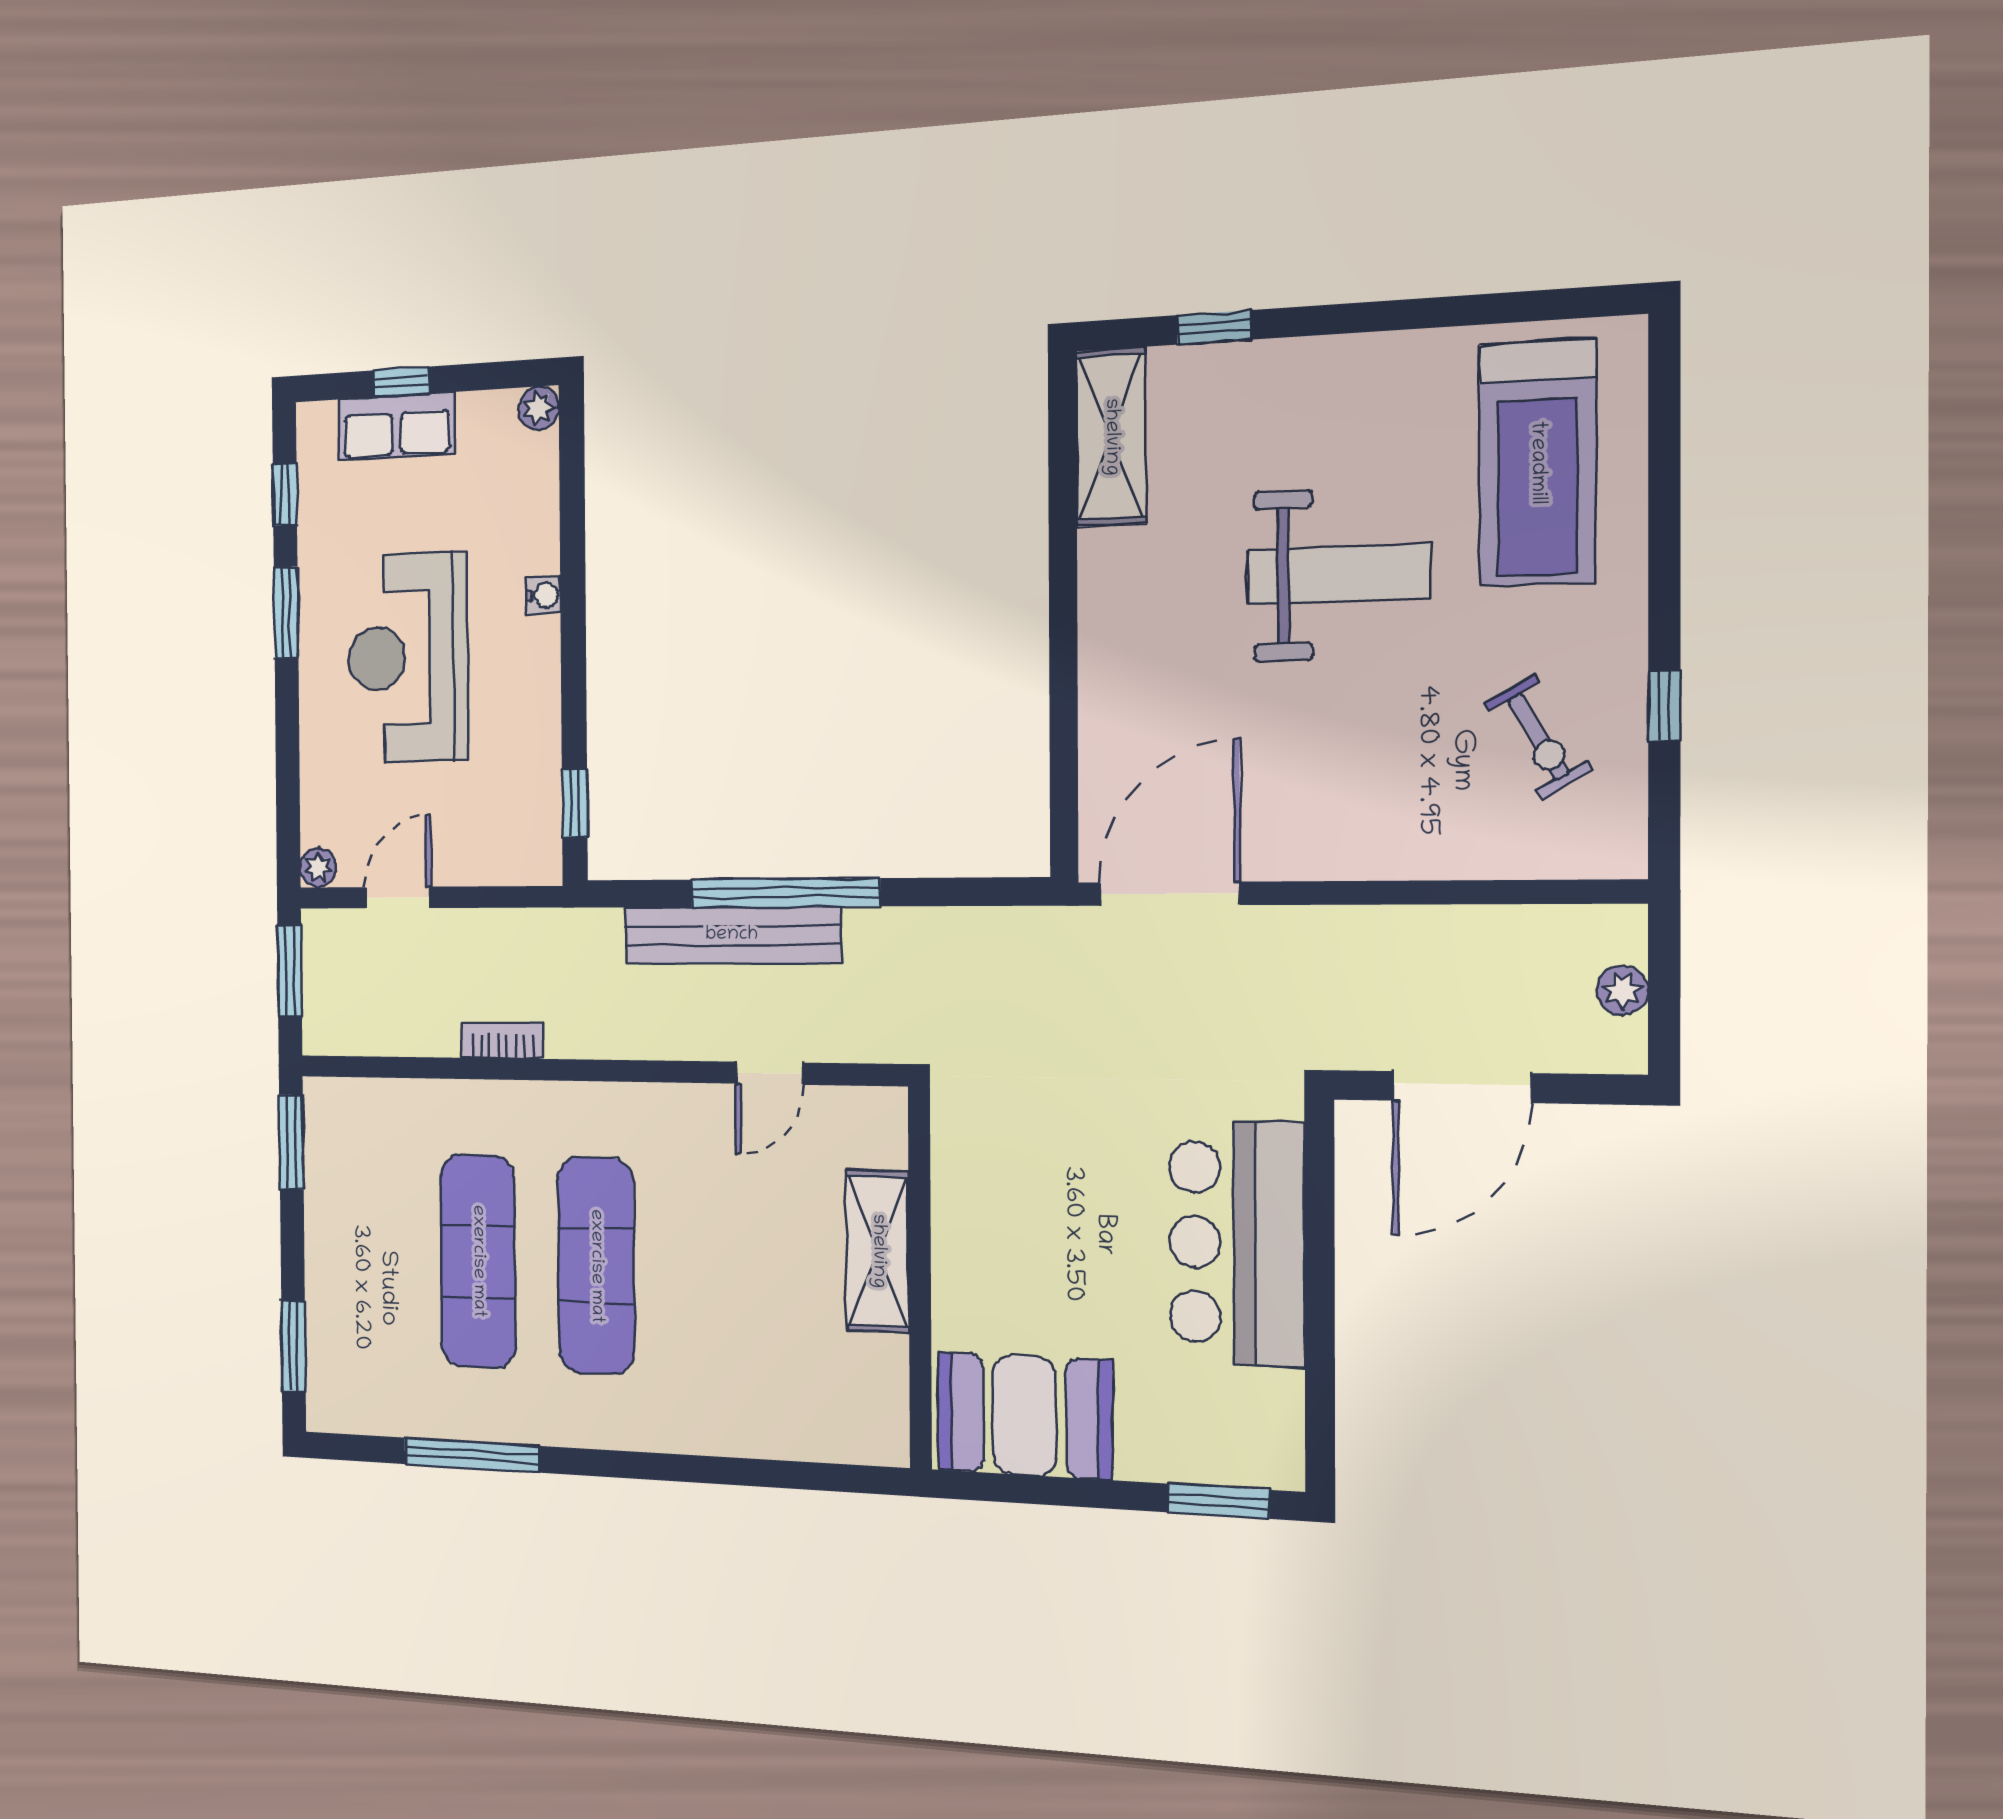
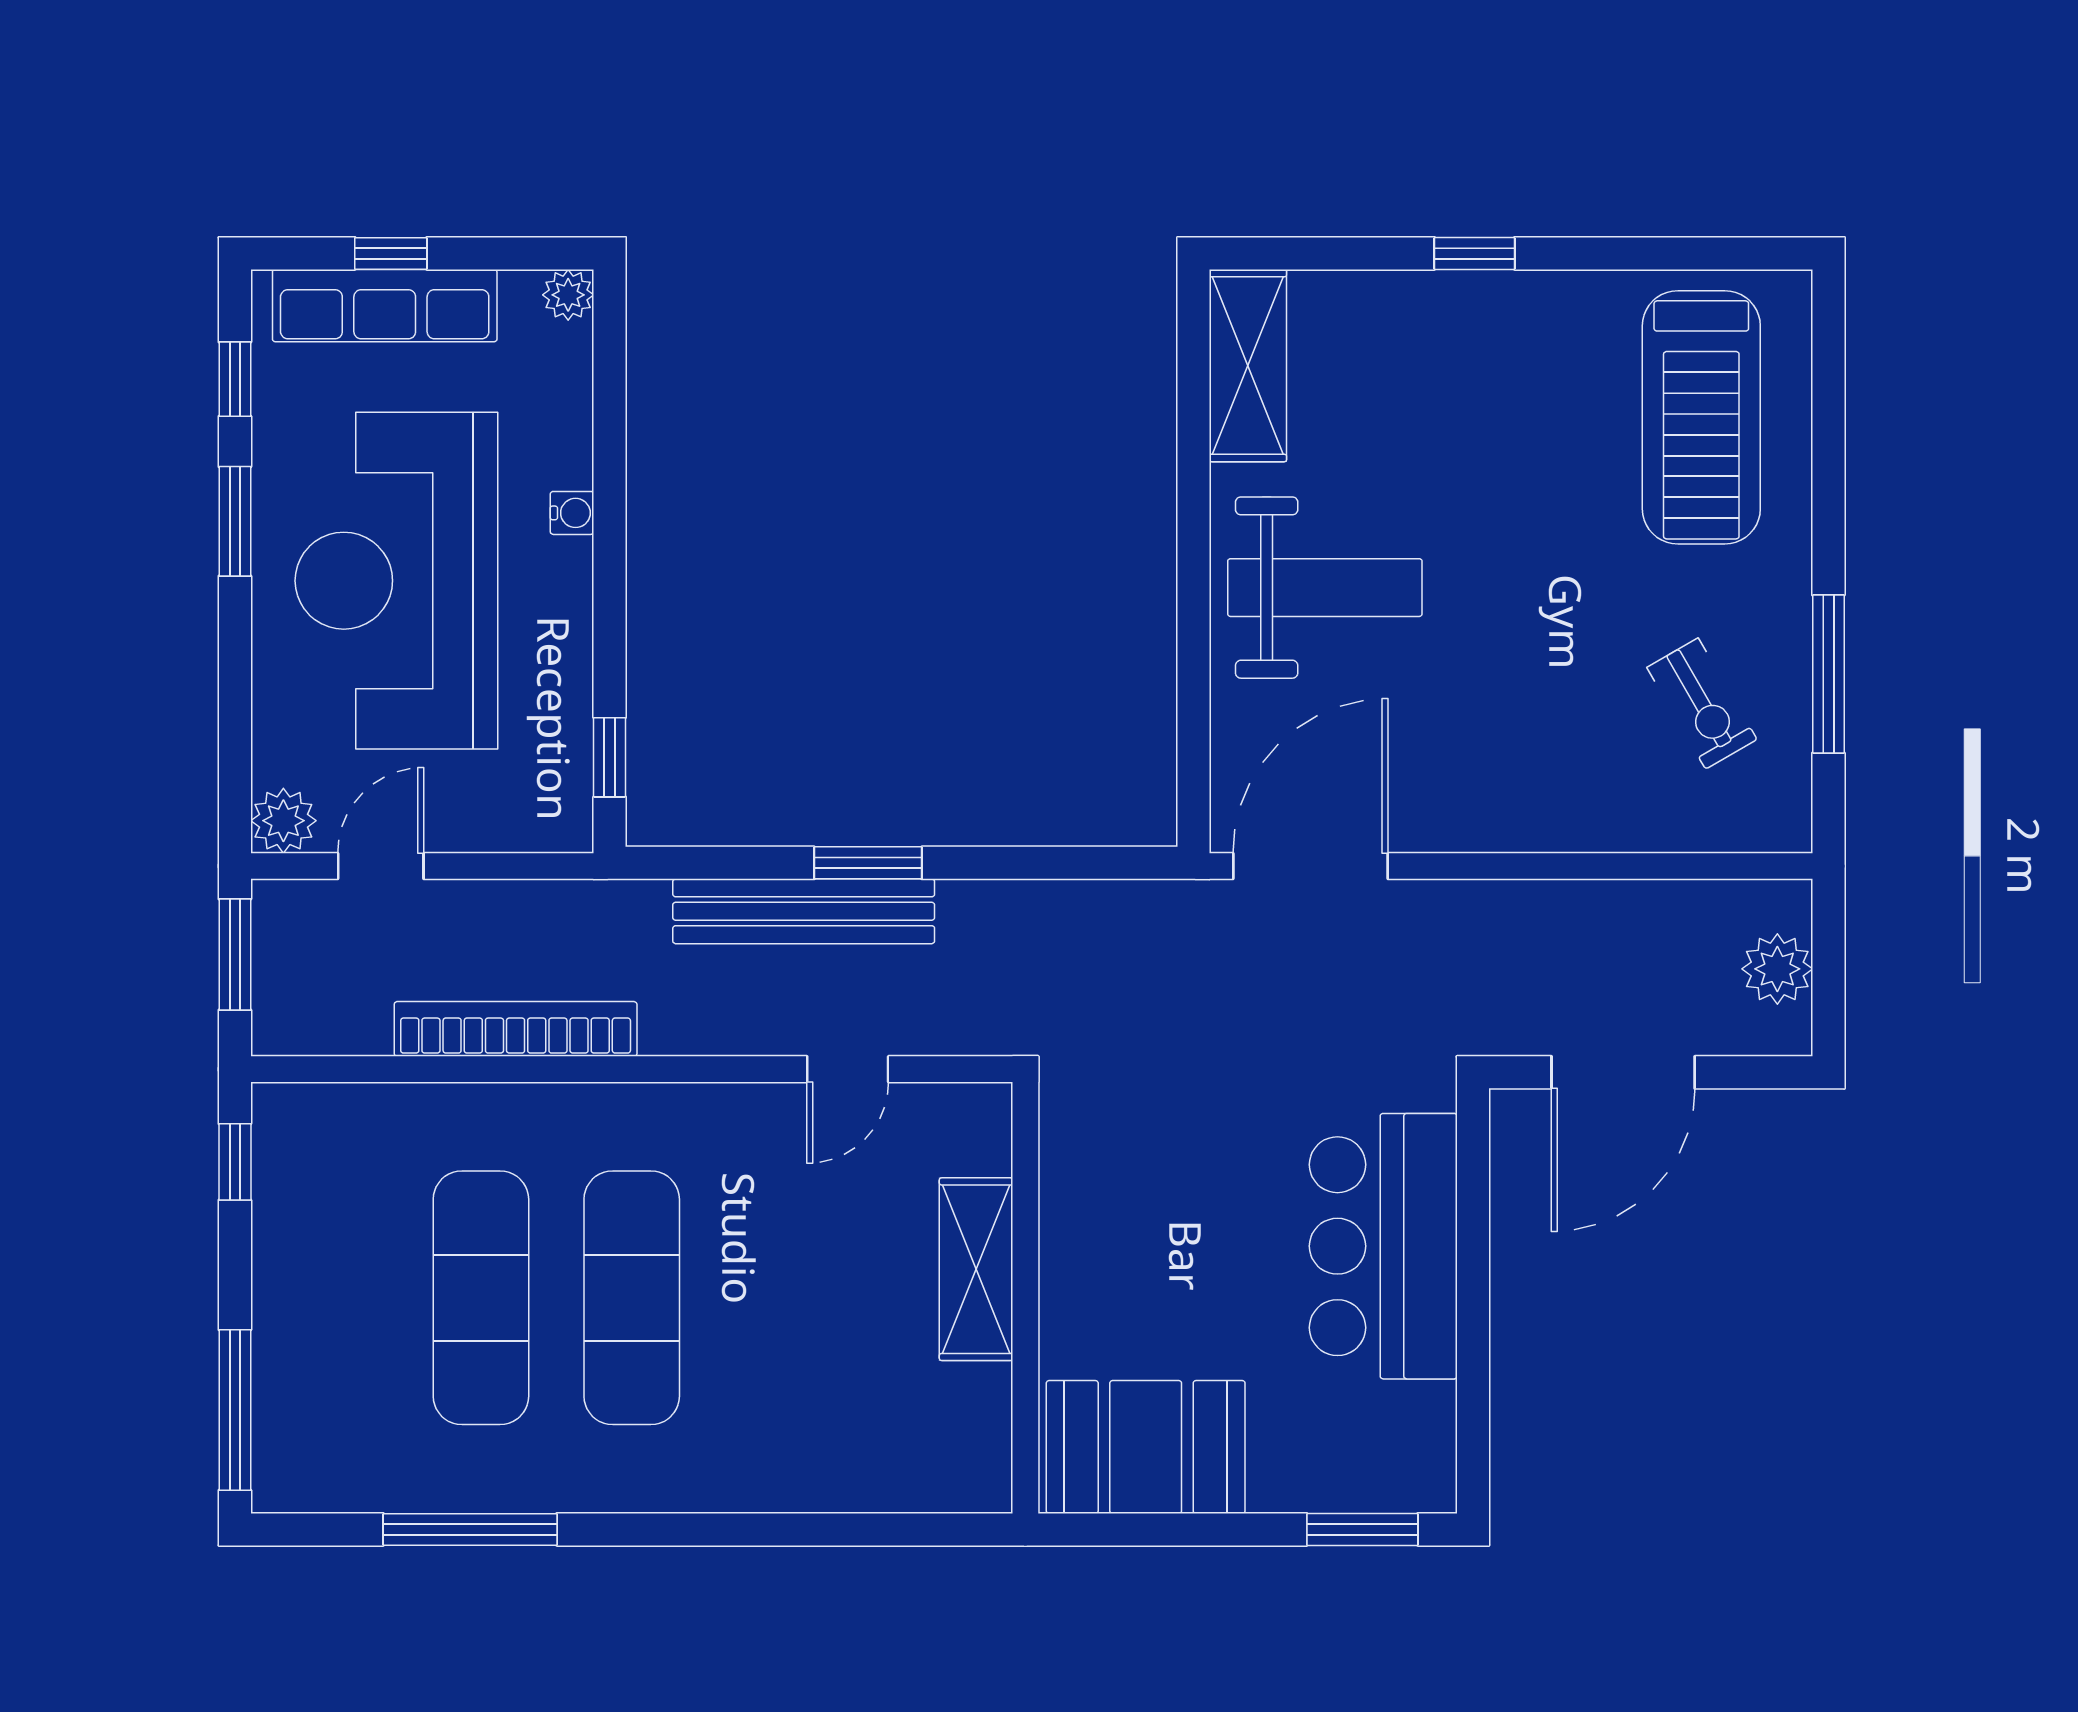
window: (1214, 327) -> (1474, 253), moved
row of seats: (397, 426) -> (385, 306), width x1.48
weight bench: (1338, 574) -> (1325, 588), moved
reception desk: (408, 658) -> (396, 581), width x1.36, depth x1.30
window: (1664, 706) -> (1828, 674), width x2.17
plant: (318, 868) -> (283, 821), width x1.38, depth x1.38
window: (785, 893) -> (868, 863), width x0.47
plant: (1623, 990) -> (1777, 969), width x1.38, depth x1.38
bookcase: (503, 1041) -> (516, 1029), width x2.31, depth x1.31
window: (291, 1142) -> (235, 1162), width x0.67
window: (293, 1346) -> (235, 1410), width x1.44

